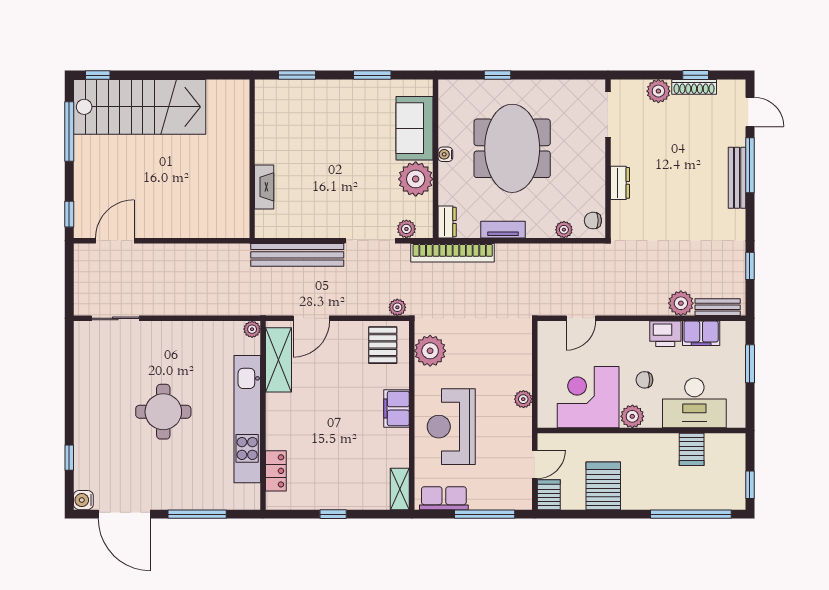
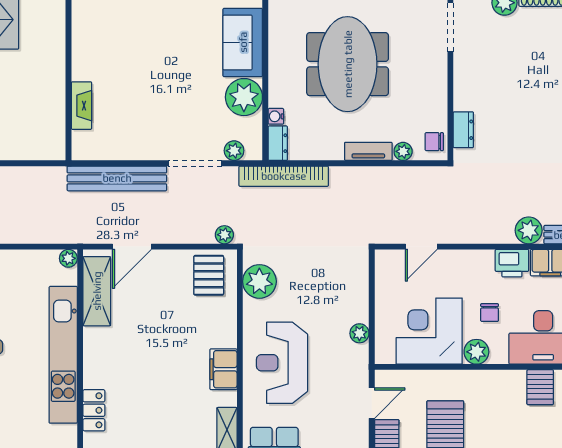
water cooler: (445, 154) -> (276, 116), moved
dresser: (620, 183) -> (463, 130), moved
tv unit: (503, 230) -> (368, 151), moved
chair: (644, 380) -> (490, 313), turned -90
filing cabinet: (397, 408) -> (223, 369), moved

